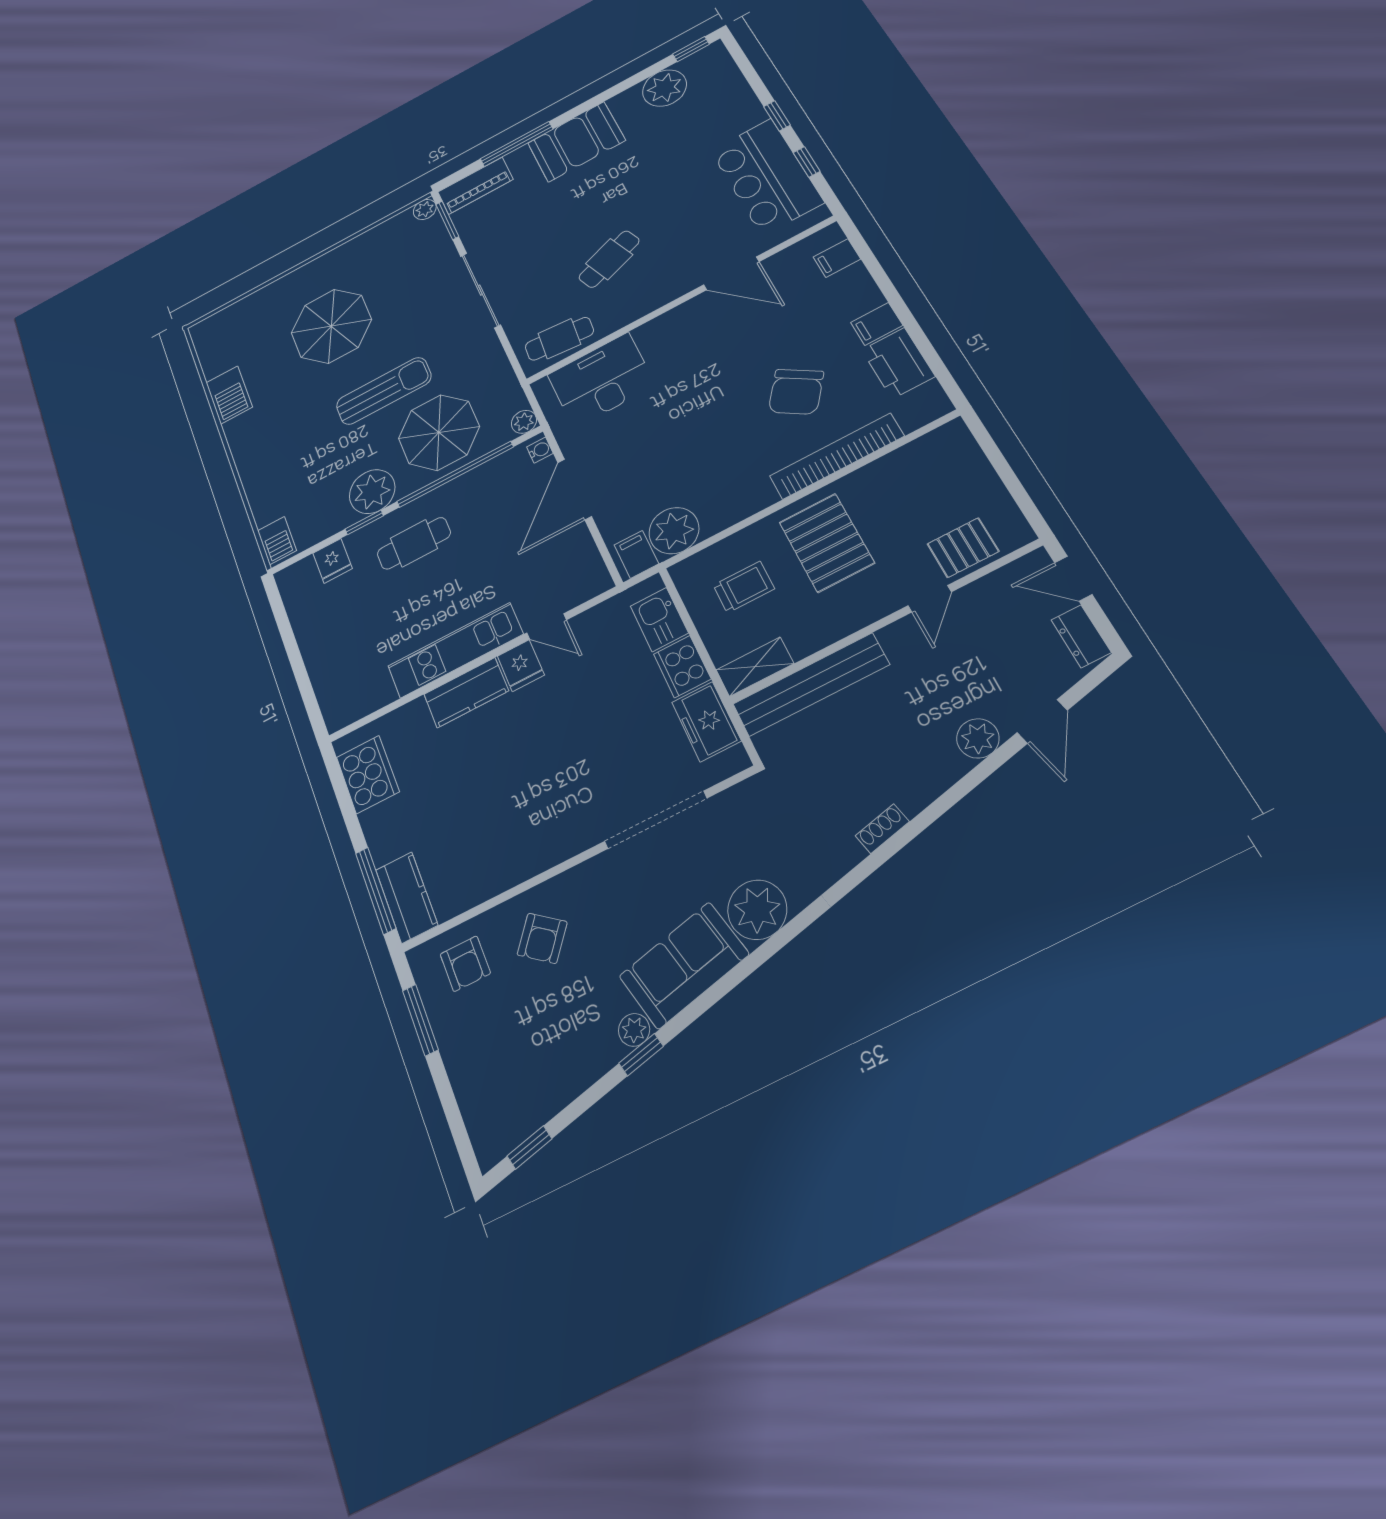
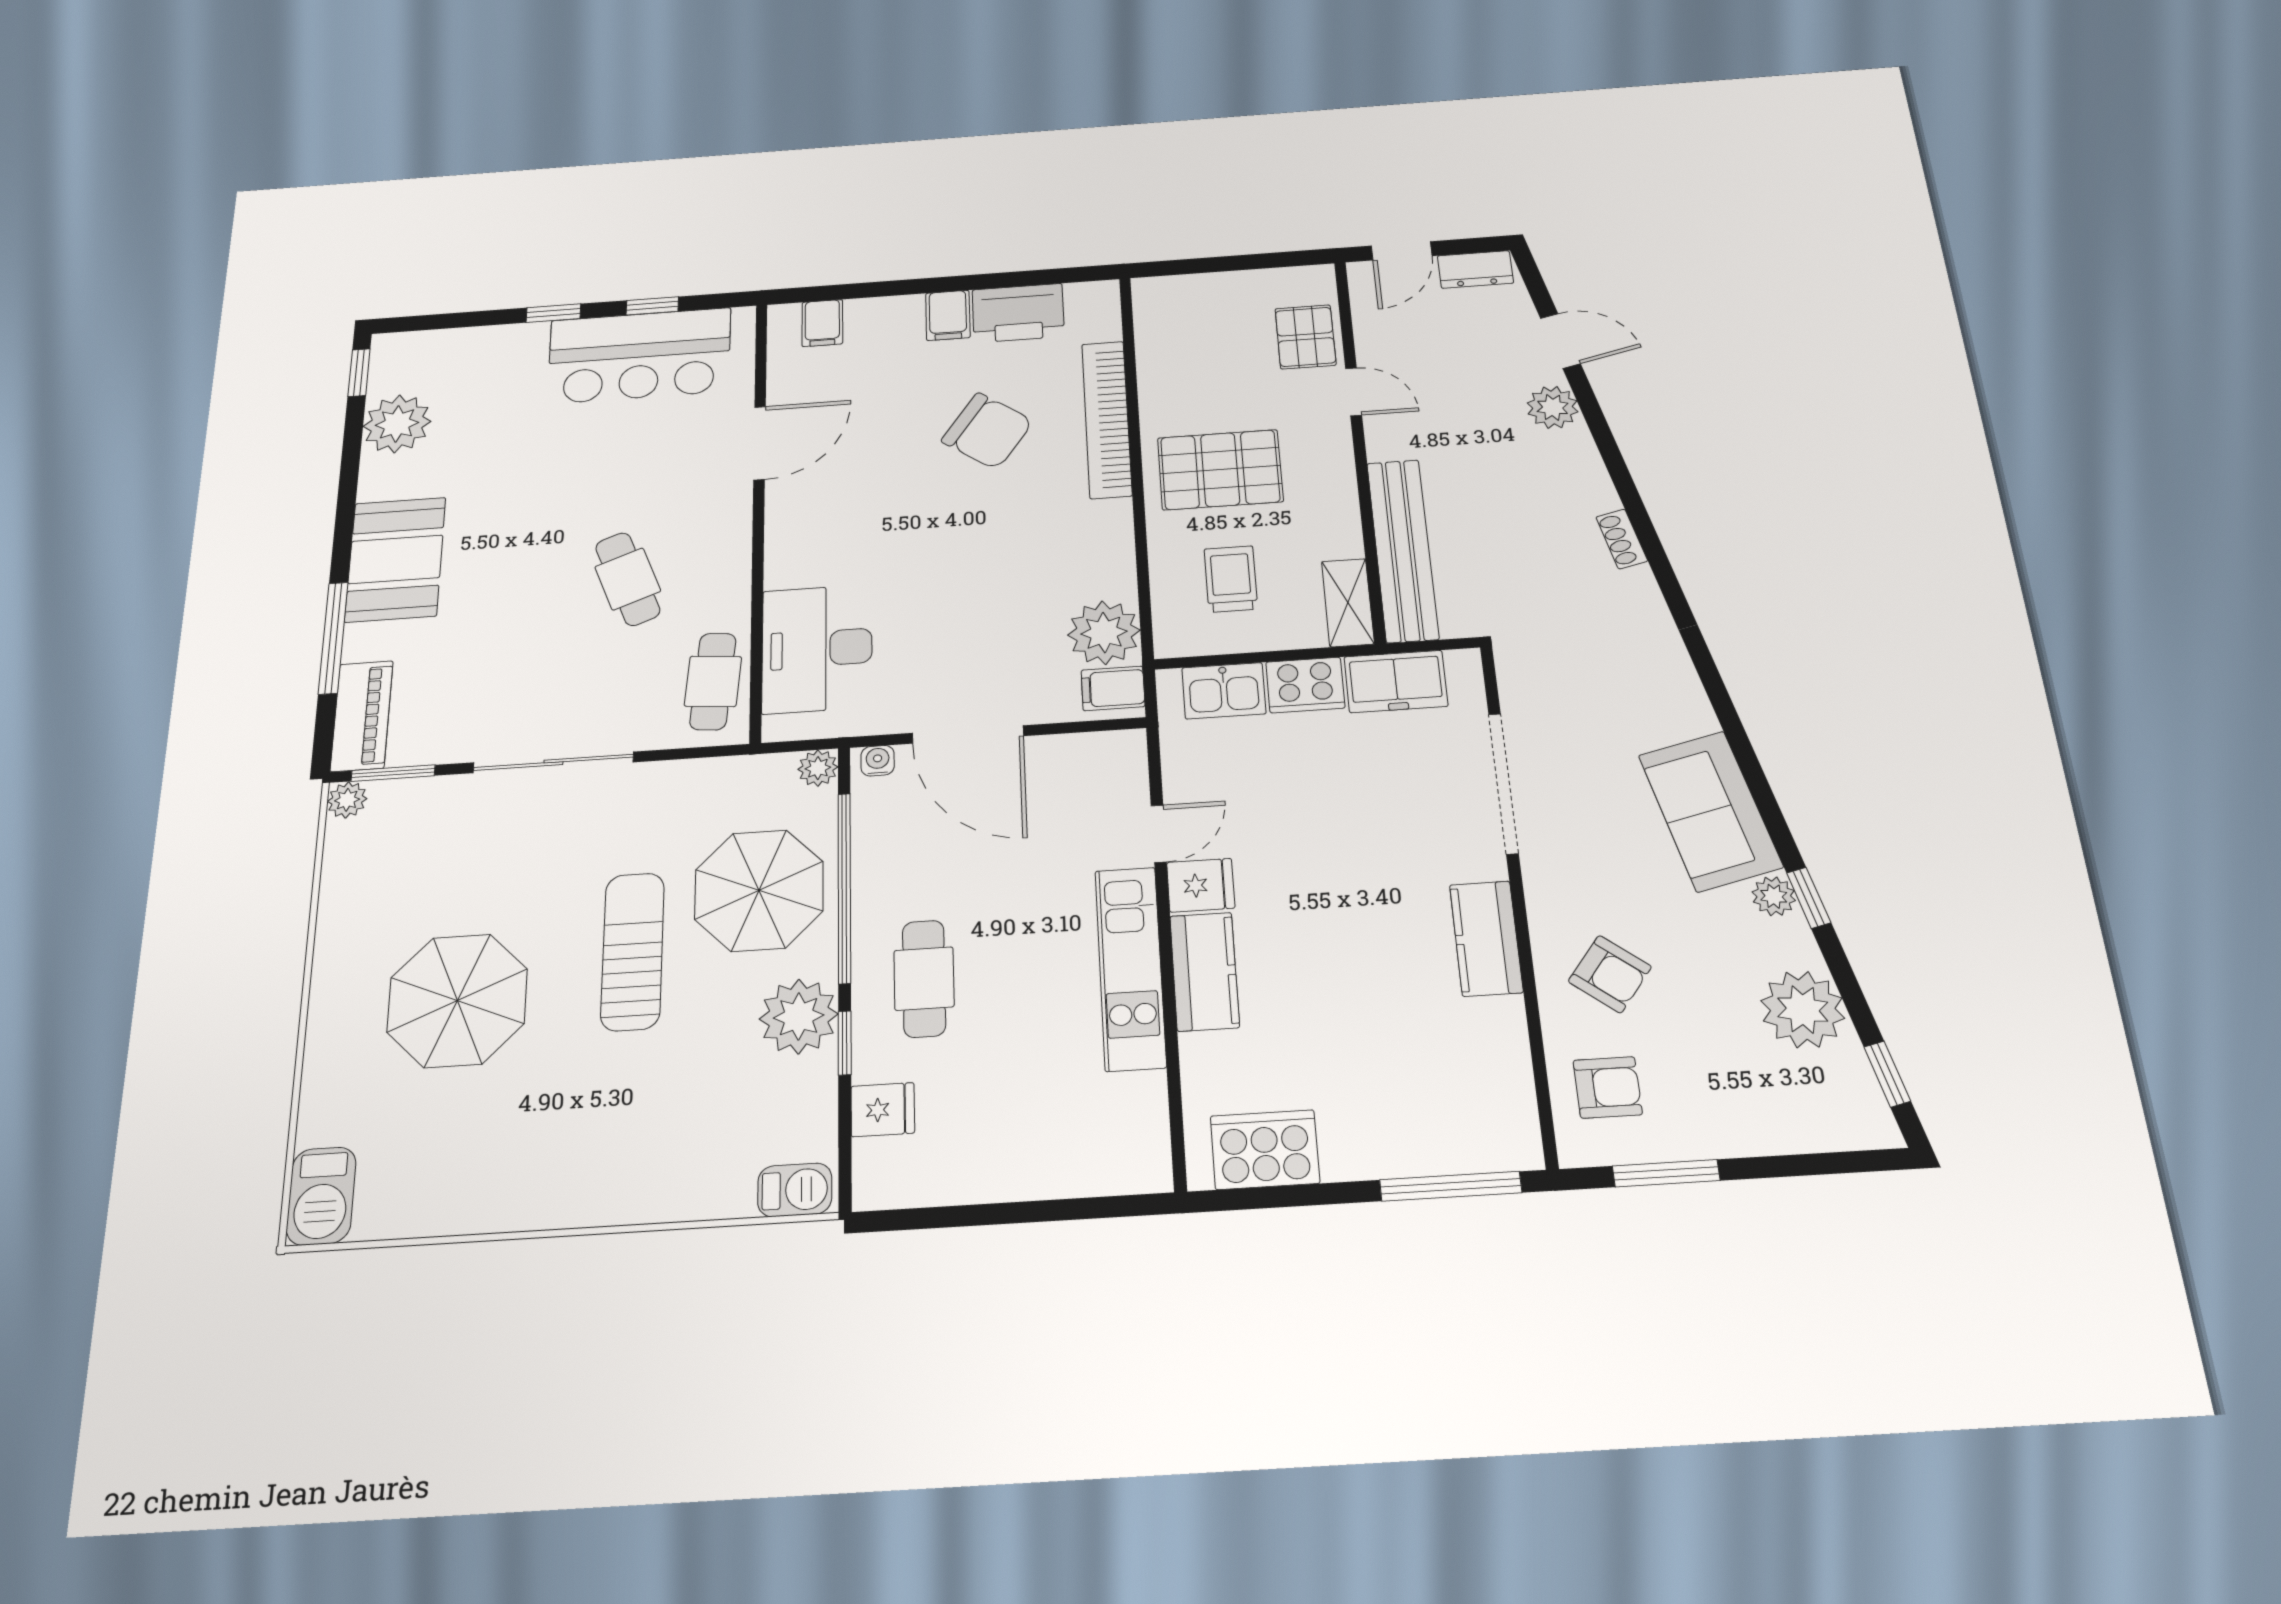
barbecue: (229, 395) -> (321, 1196), moved, turned 90
kitchen counter: (407, 897) -> (1486, 938), moved, turned -90
plant: (757, 910) -> (1803, 1009), moved

